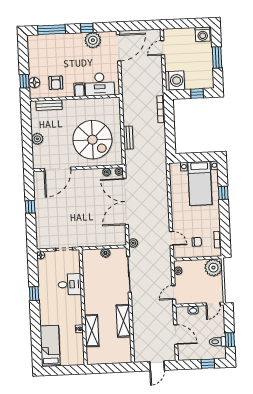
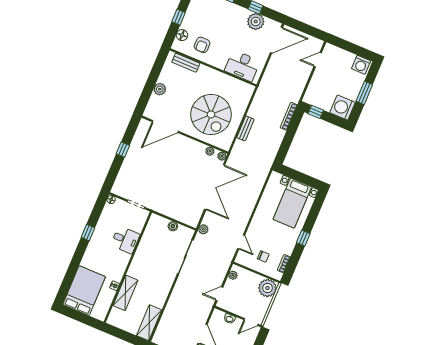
window: (24, 81) -> (179, 17), moved
washing machine: (175, 81) -> (343, 108), moved, turned 180
filing cabinet: (79, 90) -> (221, 62), removed
window: (197, 93) -> (316, 112), moved
window: (223, 193) -> (303, 238), moved
double door: (126, 202) -> (215, 187), swing flipped
shelving: (123, 321) -> (149, 323), moved
bed: (50, 346) -> (84, 291), width x1.50

